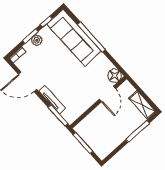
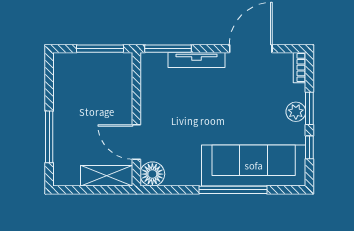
shelving: (142, 105) -> (107, 176), moved

